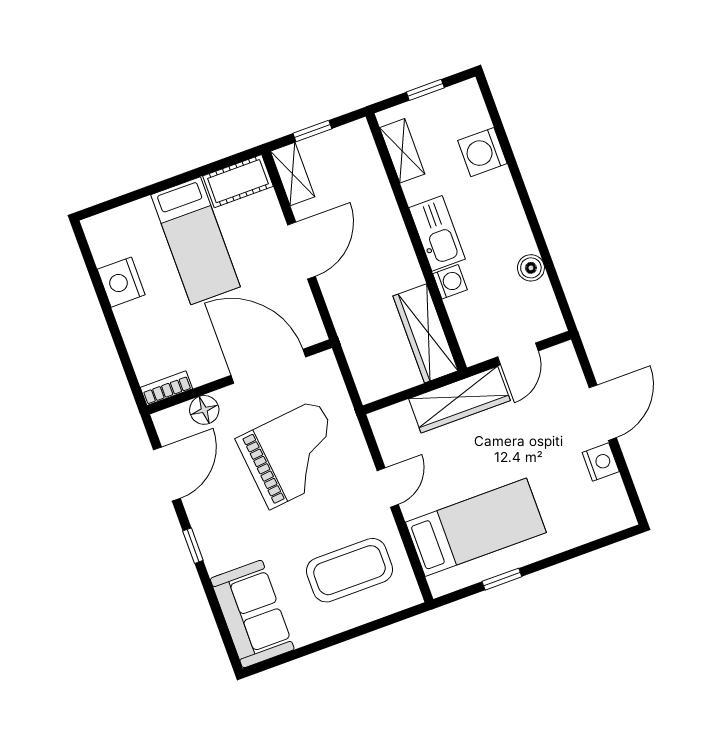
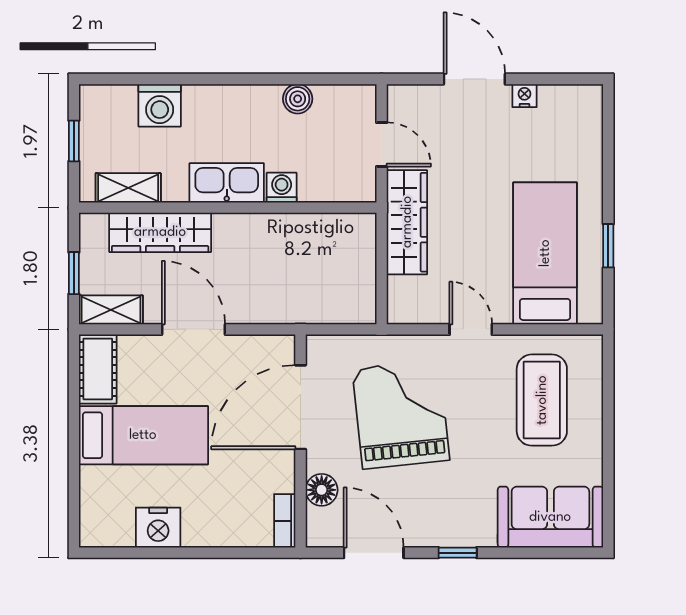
wardrobe: (426, 333) -> (160, 232), moved
nightstand: (601, 462) -> (524, 96), width x0.72, depth x0.74

